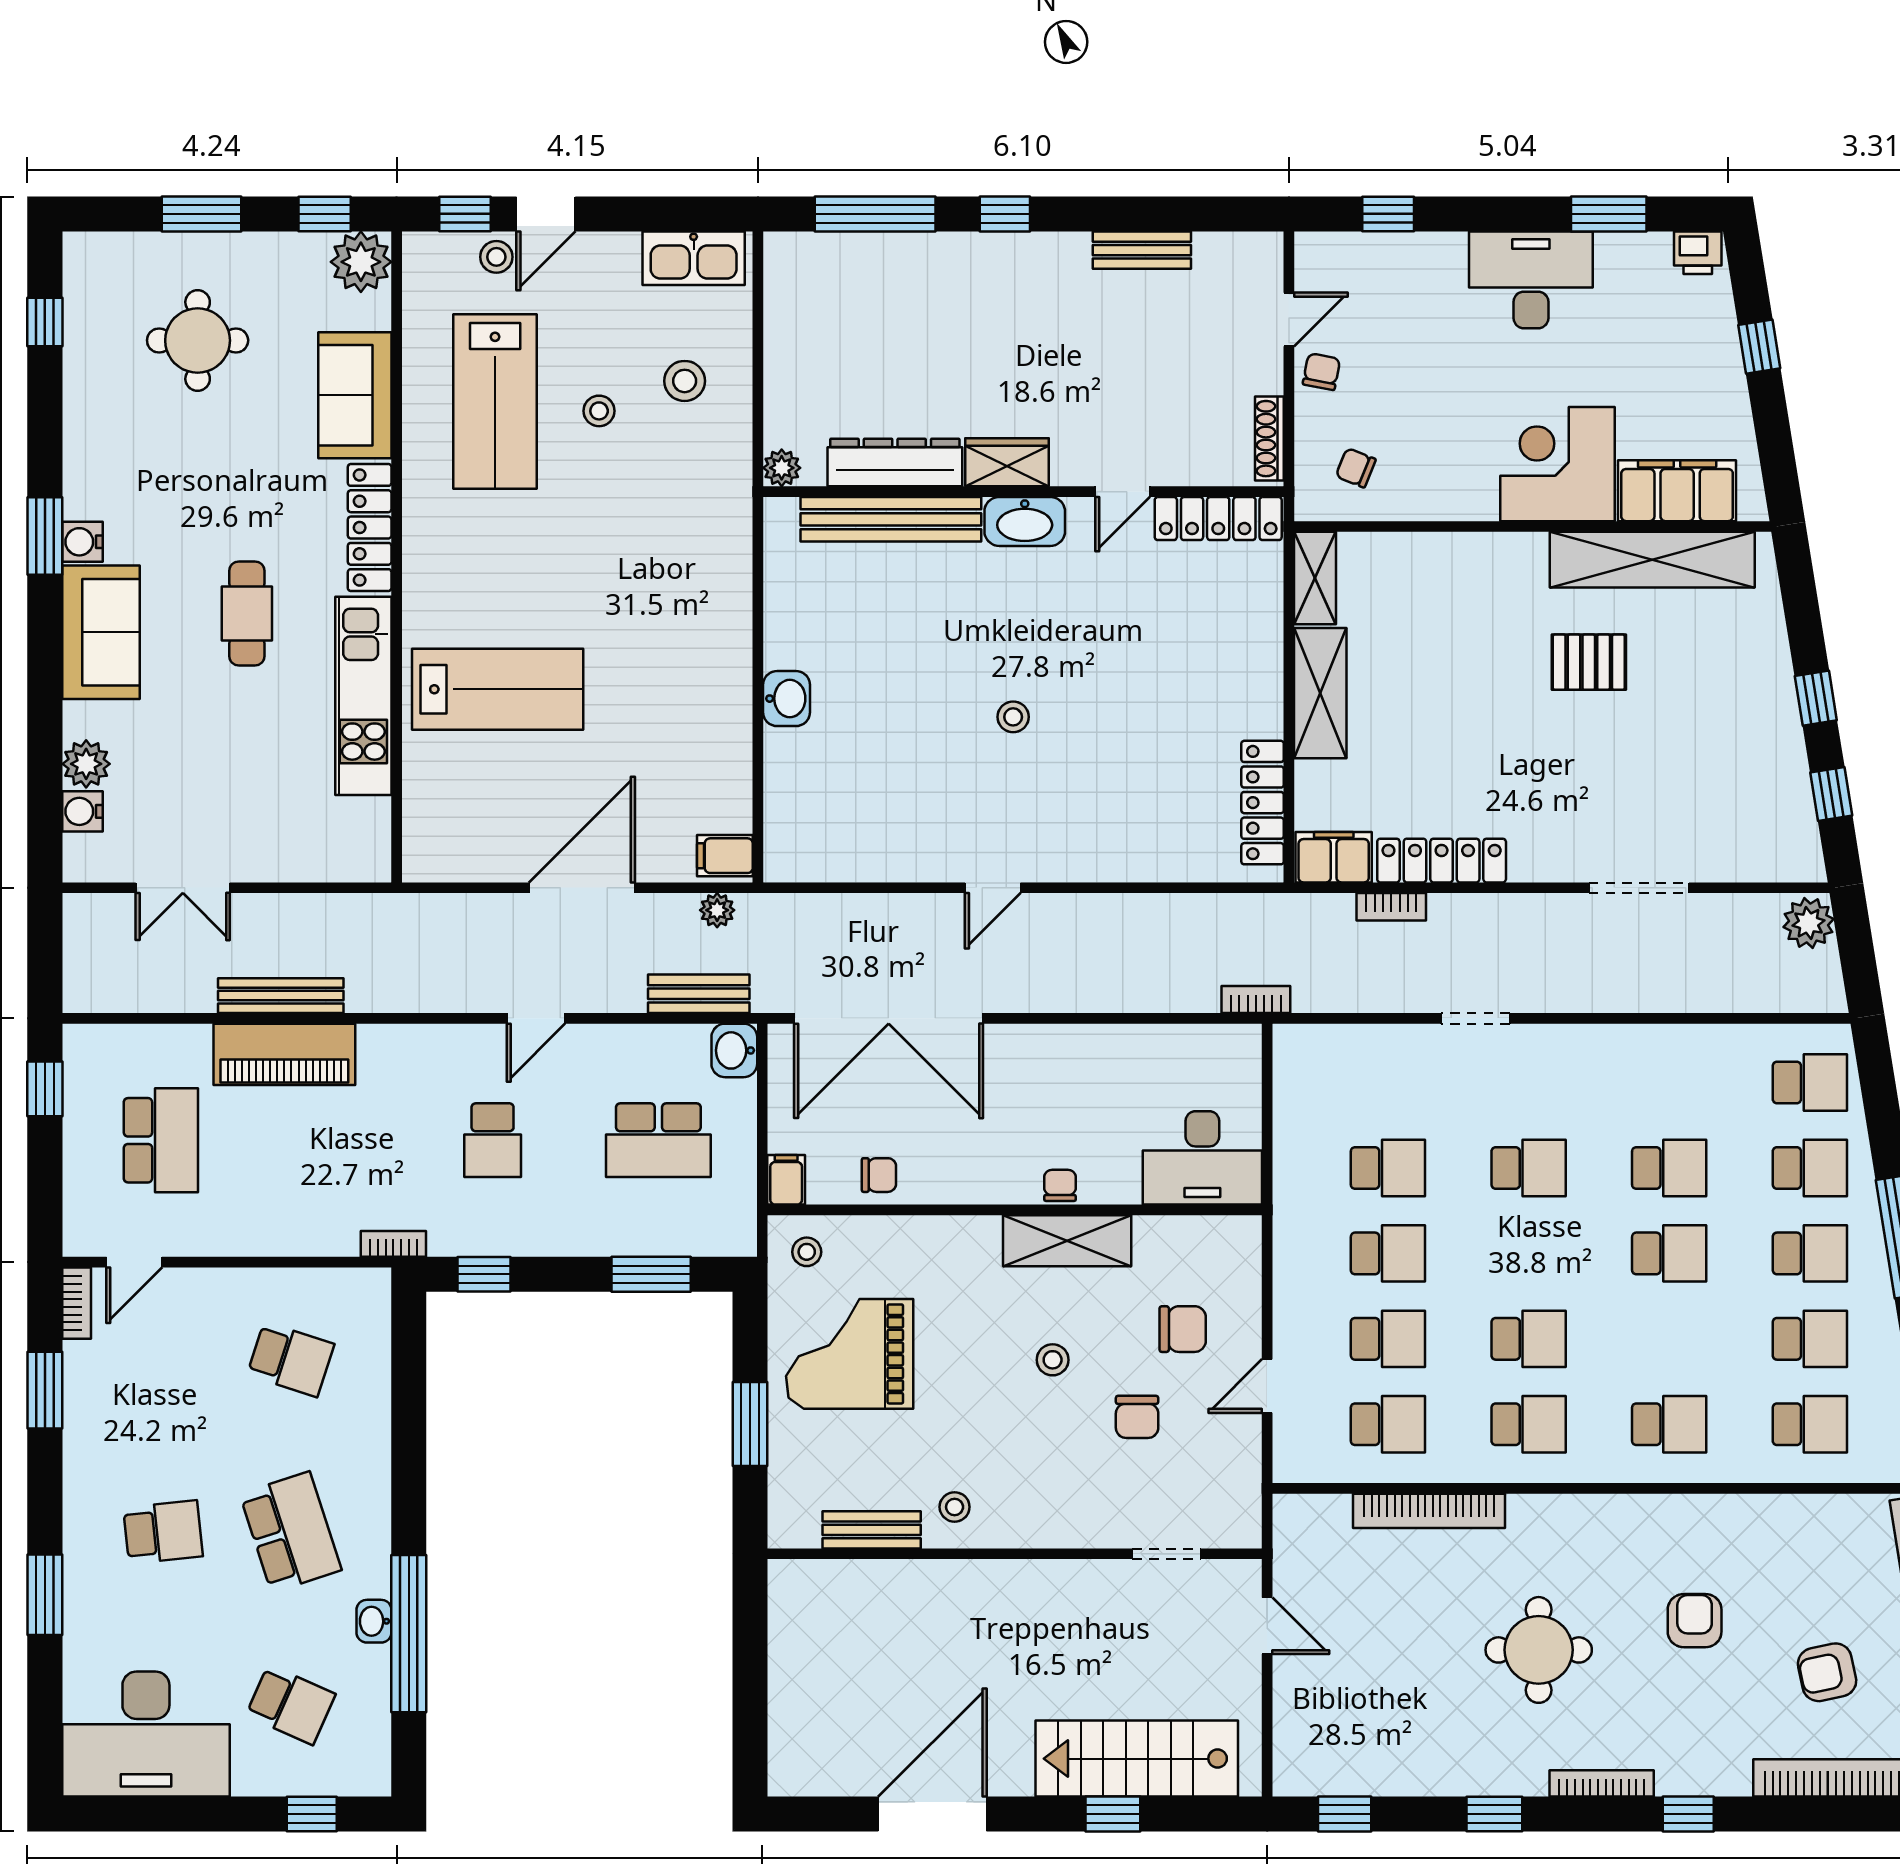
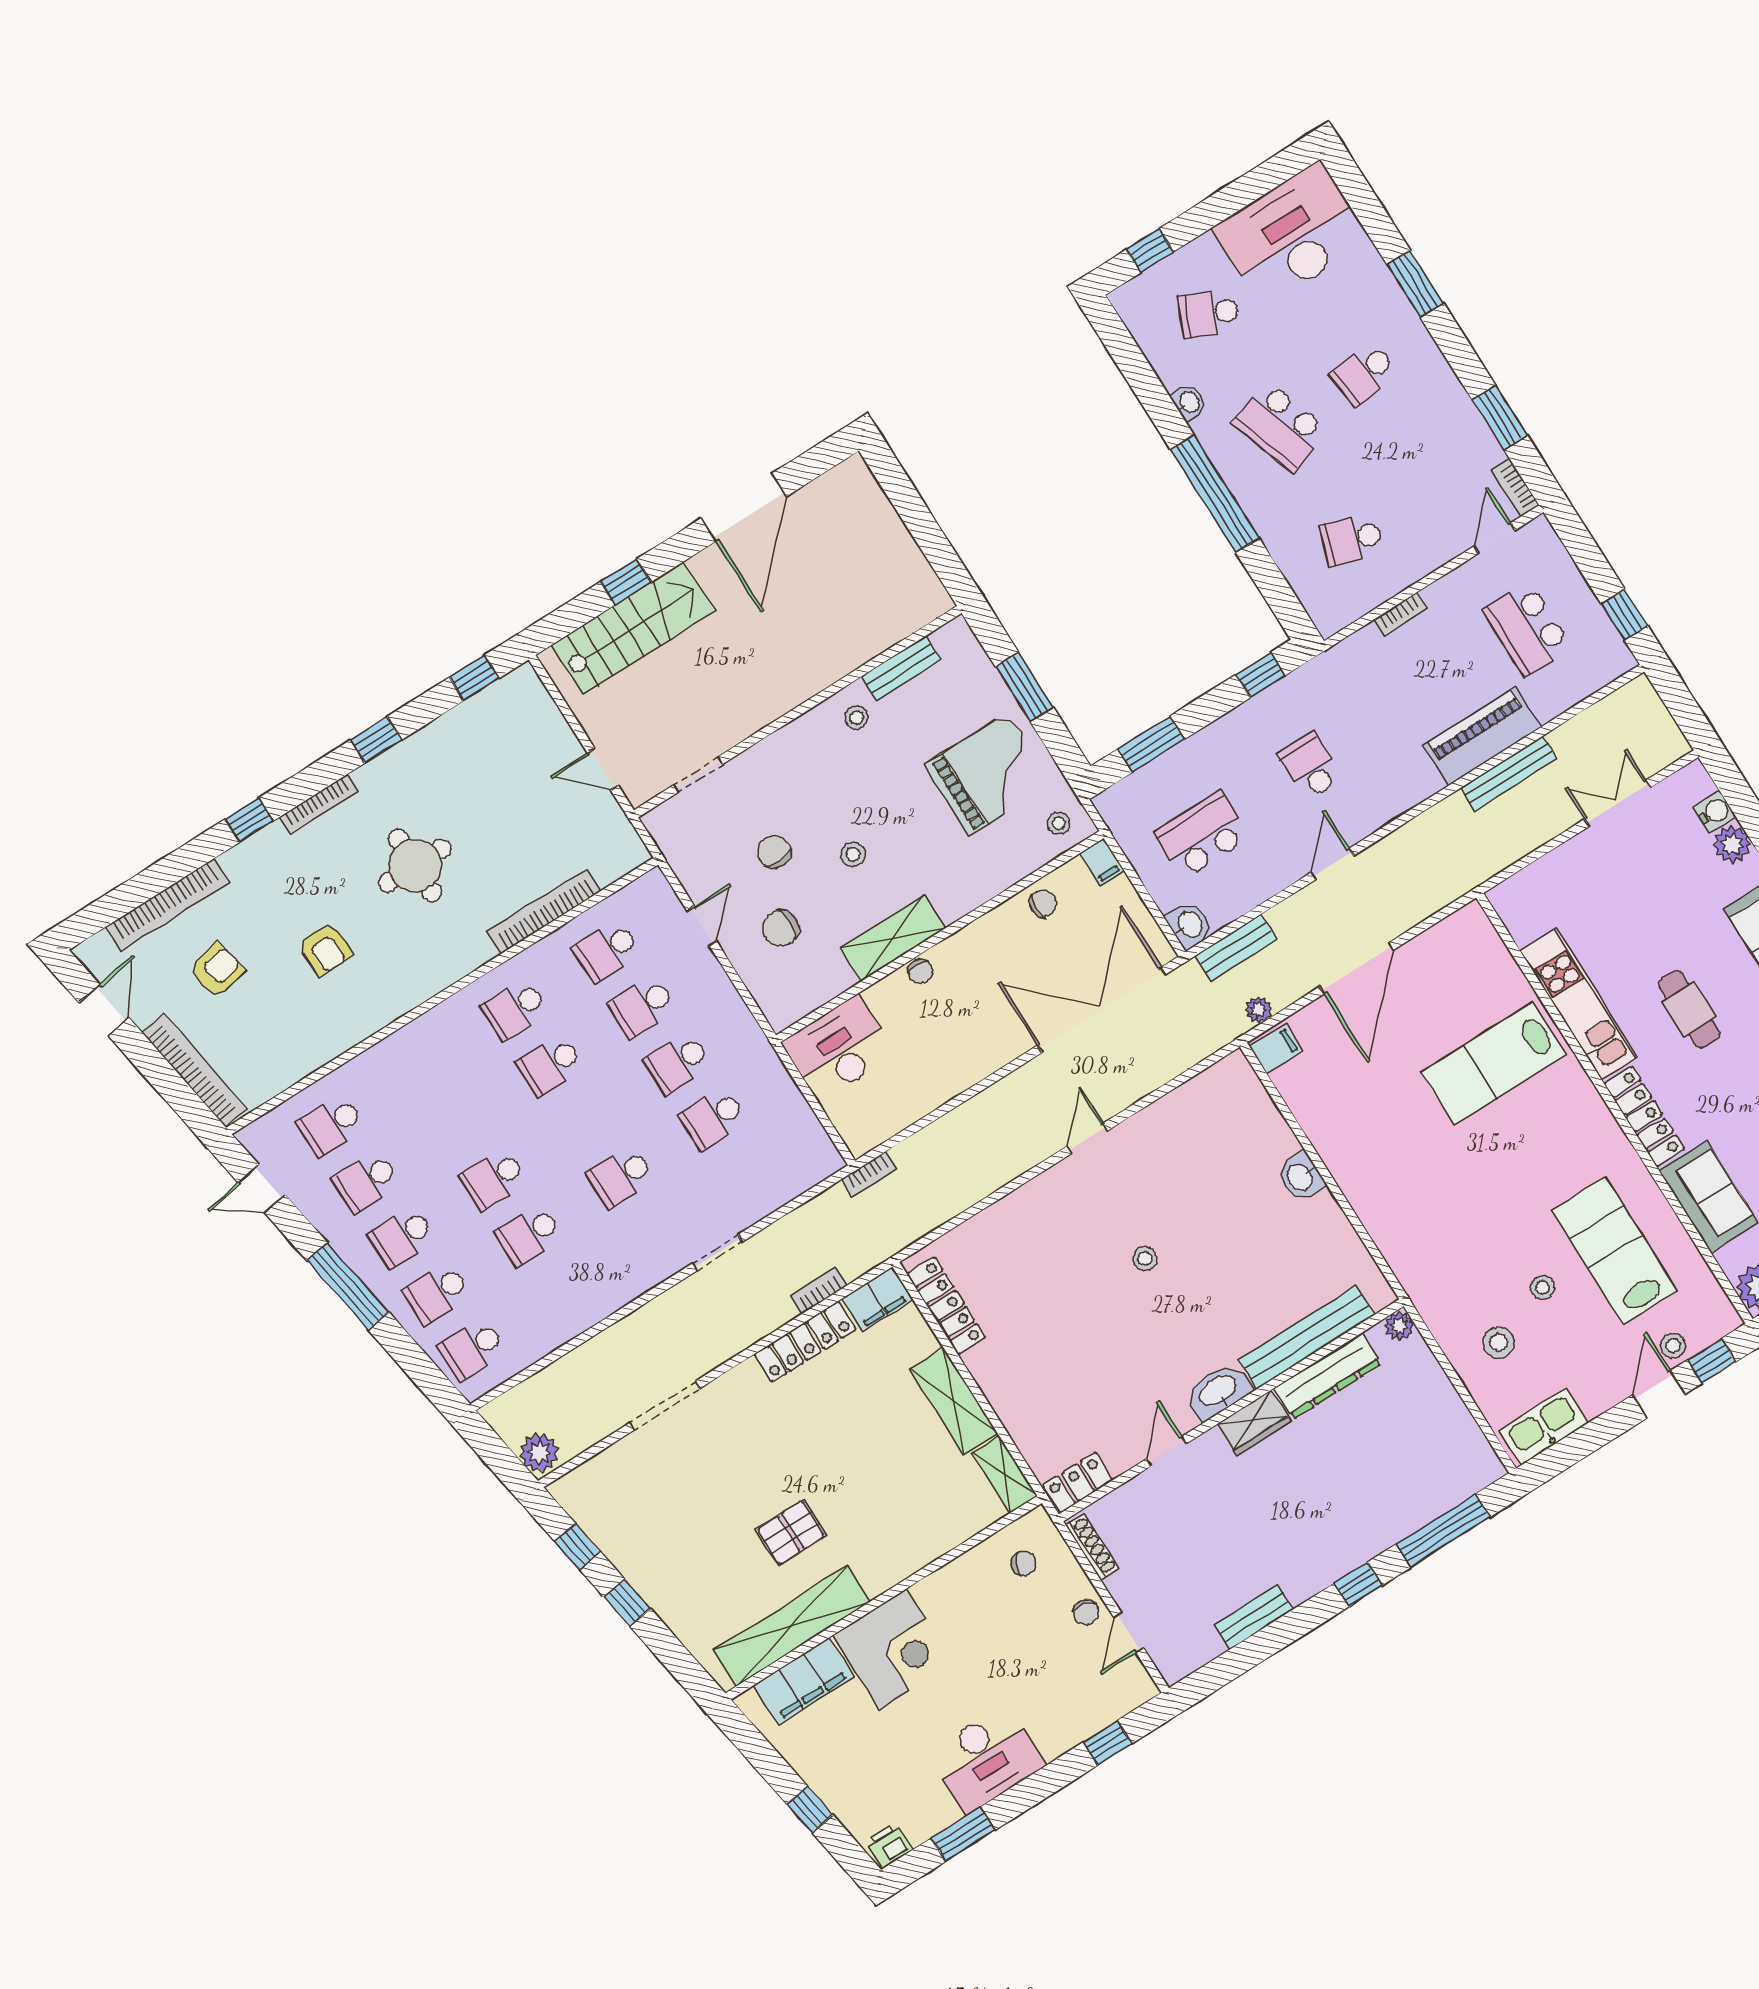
locker: (1218, 519) -> (1078, 1483), width x0.66
chair: (879, 1175) -> (1043, 903), turned 180
bookcase: (393, 1244) -> (1401, 614), moved
school desk: (1669, 1424) -> (423, 1067), removed
window: (409, 1634) -> (1215, 494), moved

